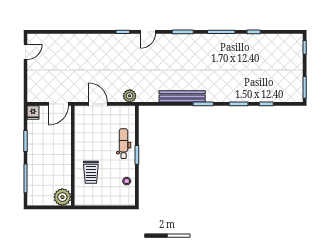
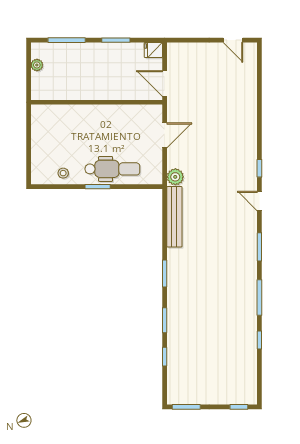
bench: (182, 96) -> (174, 217), moved
dental chair: (124, 144) -> (112, 169), width x1.36, depth x1.38
trolley: (91, 172) -> (75, 126), removed
plant: (62, 197) -> (37, 65), moved, width x0.53, depth x0.53

